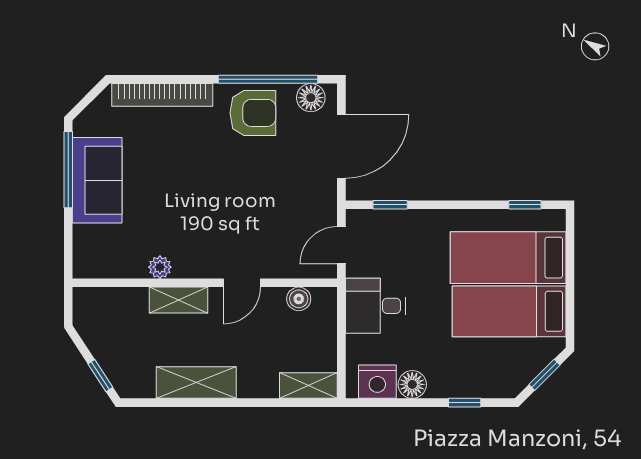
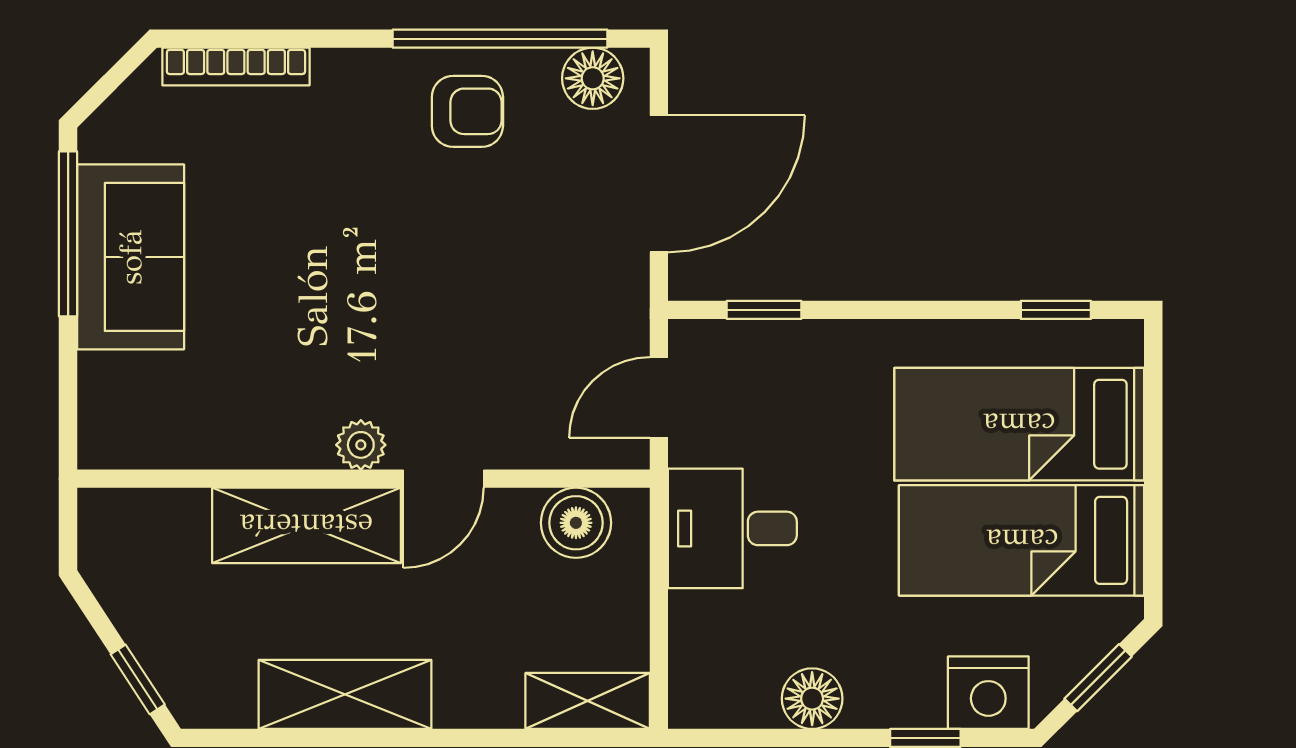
bookcase: (162, 95) -> (236, 66), width x0.68, depth x0.76
armchair: (253, 113) -> (467, 111), width x0.72, depth x0.72
plant: (160, 267) -> (361, 445), moved
boiler: (299, 299) -> (576, 523), width x1.36, depth x1.36
shelving: (178, 300) -> (306, 525), width x1.50, depth x1.33
nightstand: (377, 382) -> (988, 693), moved

